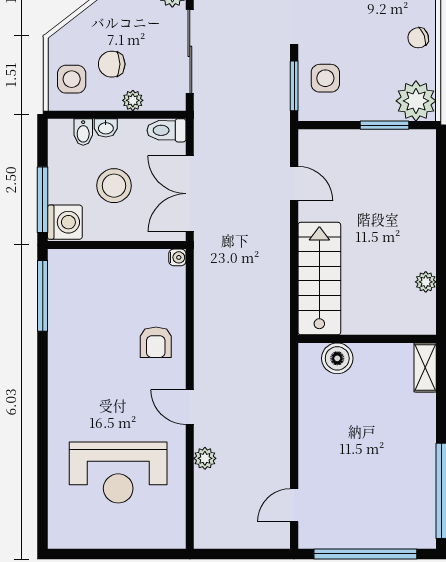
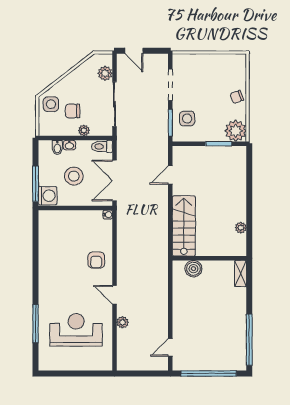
side table: (72, 79) -> (51, 104), moved
door: (294, 184) -> (170, 175), swing flipped
window: (43, 296) -> (36, 324), moved
reception desk: (118, 473) -> (76, 330), turned 180

